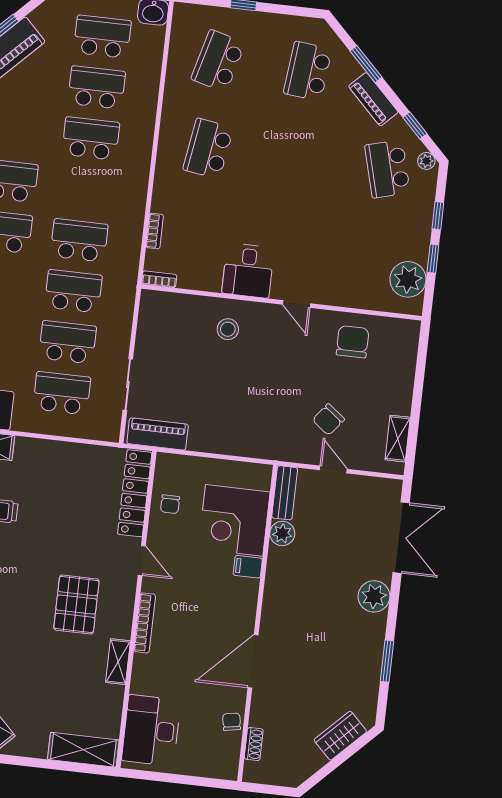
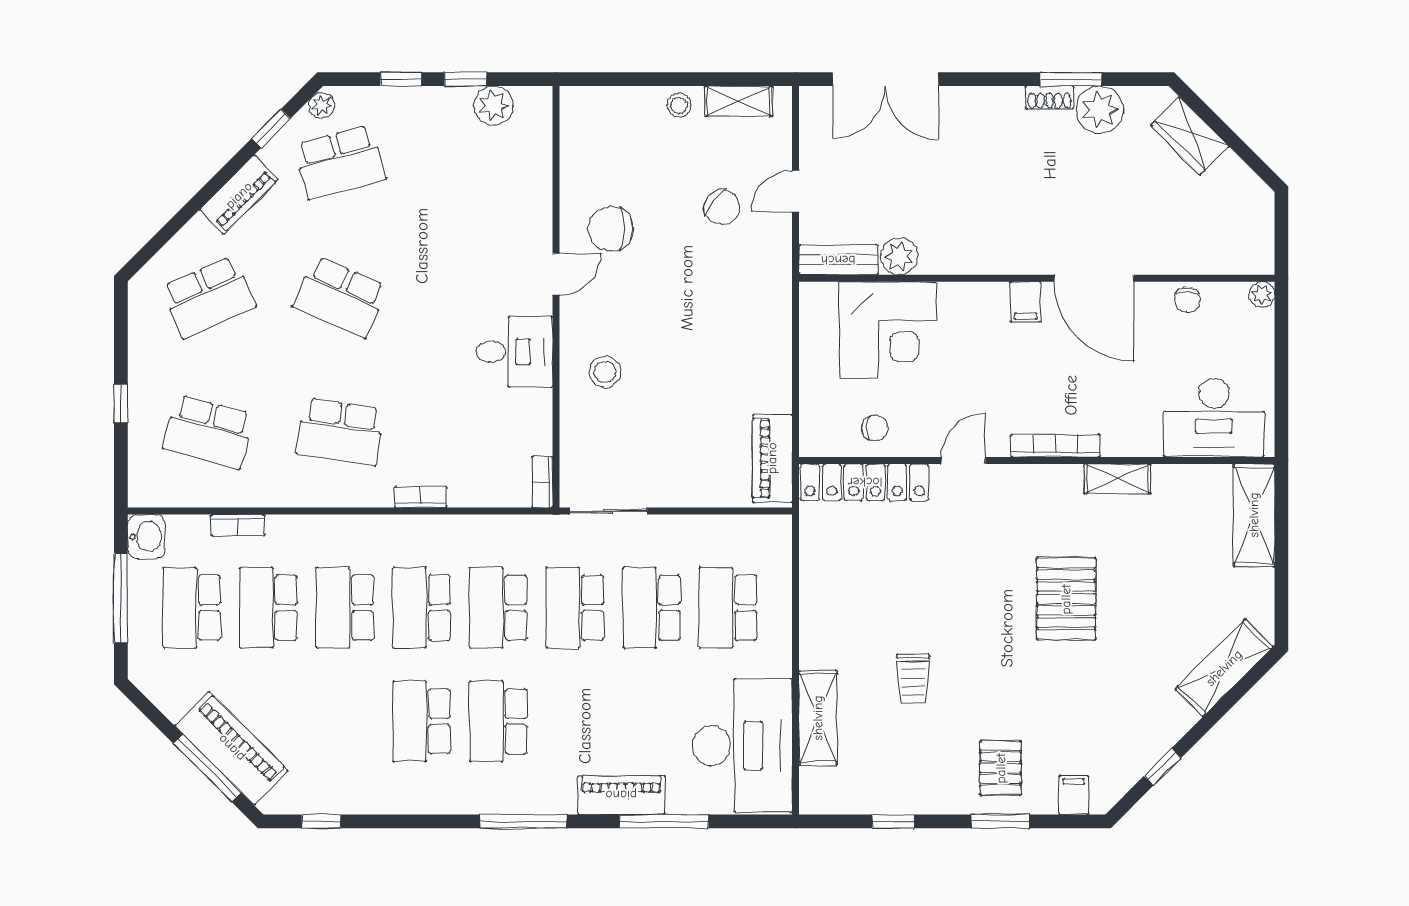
window: (366, 64) -> (188, 211), removed
school desk: (308, 71) -> (208, 297), turned -30
bookcase: (154, 73) -> (238, 525), added
school desk: (298, 159) -> (340, 297), added
school desk: (85, 189) -> (422, 608), added
bookcase: (155, 231) -> (421, 497), moved
plant: (408, 279) -> (493, 106), width x0.73, depth x0.73
chair: (353, 342) -> (611, 229), moved
sliding door: (128, 384) -> (608, 511), moved
stool: (399, 399) -> (679, 105), added
double door: (401, 538) -> (885, 79), swing flipped
filing cabinet: (248, 567) -> (1026, 302), moved
plant: (374, 596) -> (1100, 110), moved
pallet: (76, 605) -> (1066, 599), moved, turned 90
chair: (232, 722) -> (1187, 300), turned -80
shoe rack: (254, 744) -> (1049, 98), moved, turned 180
plant: (230, 772) -> (1262, 294), added

